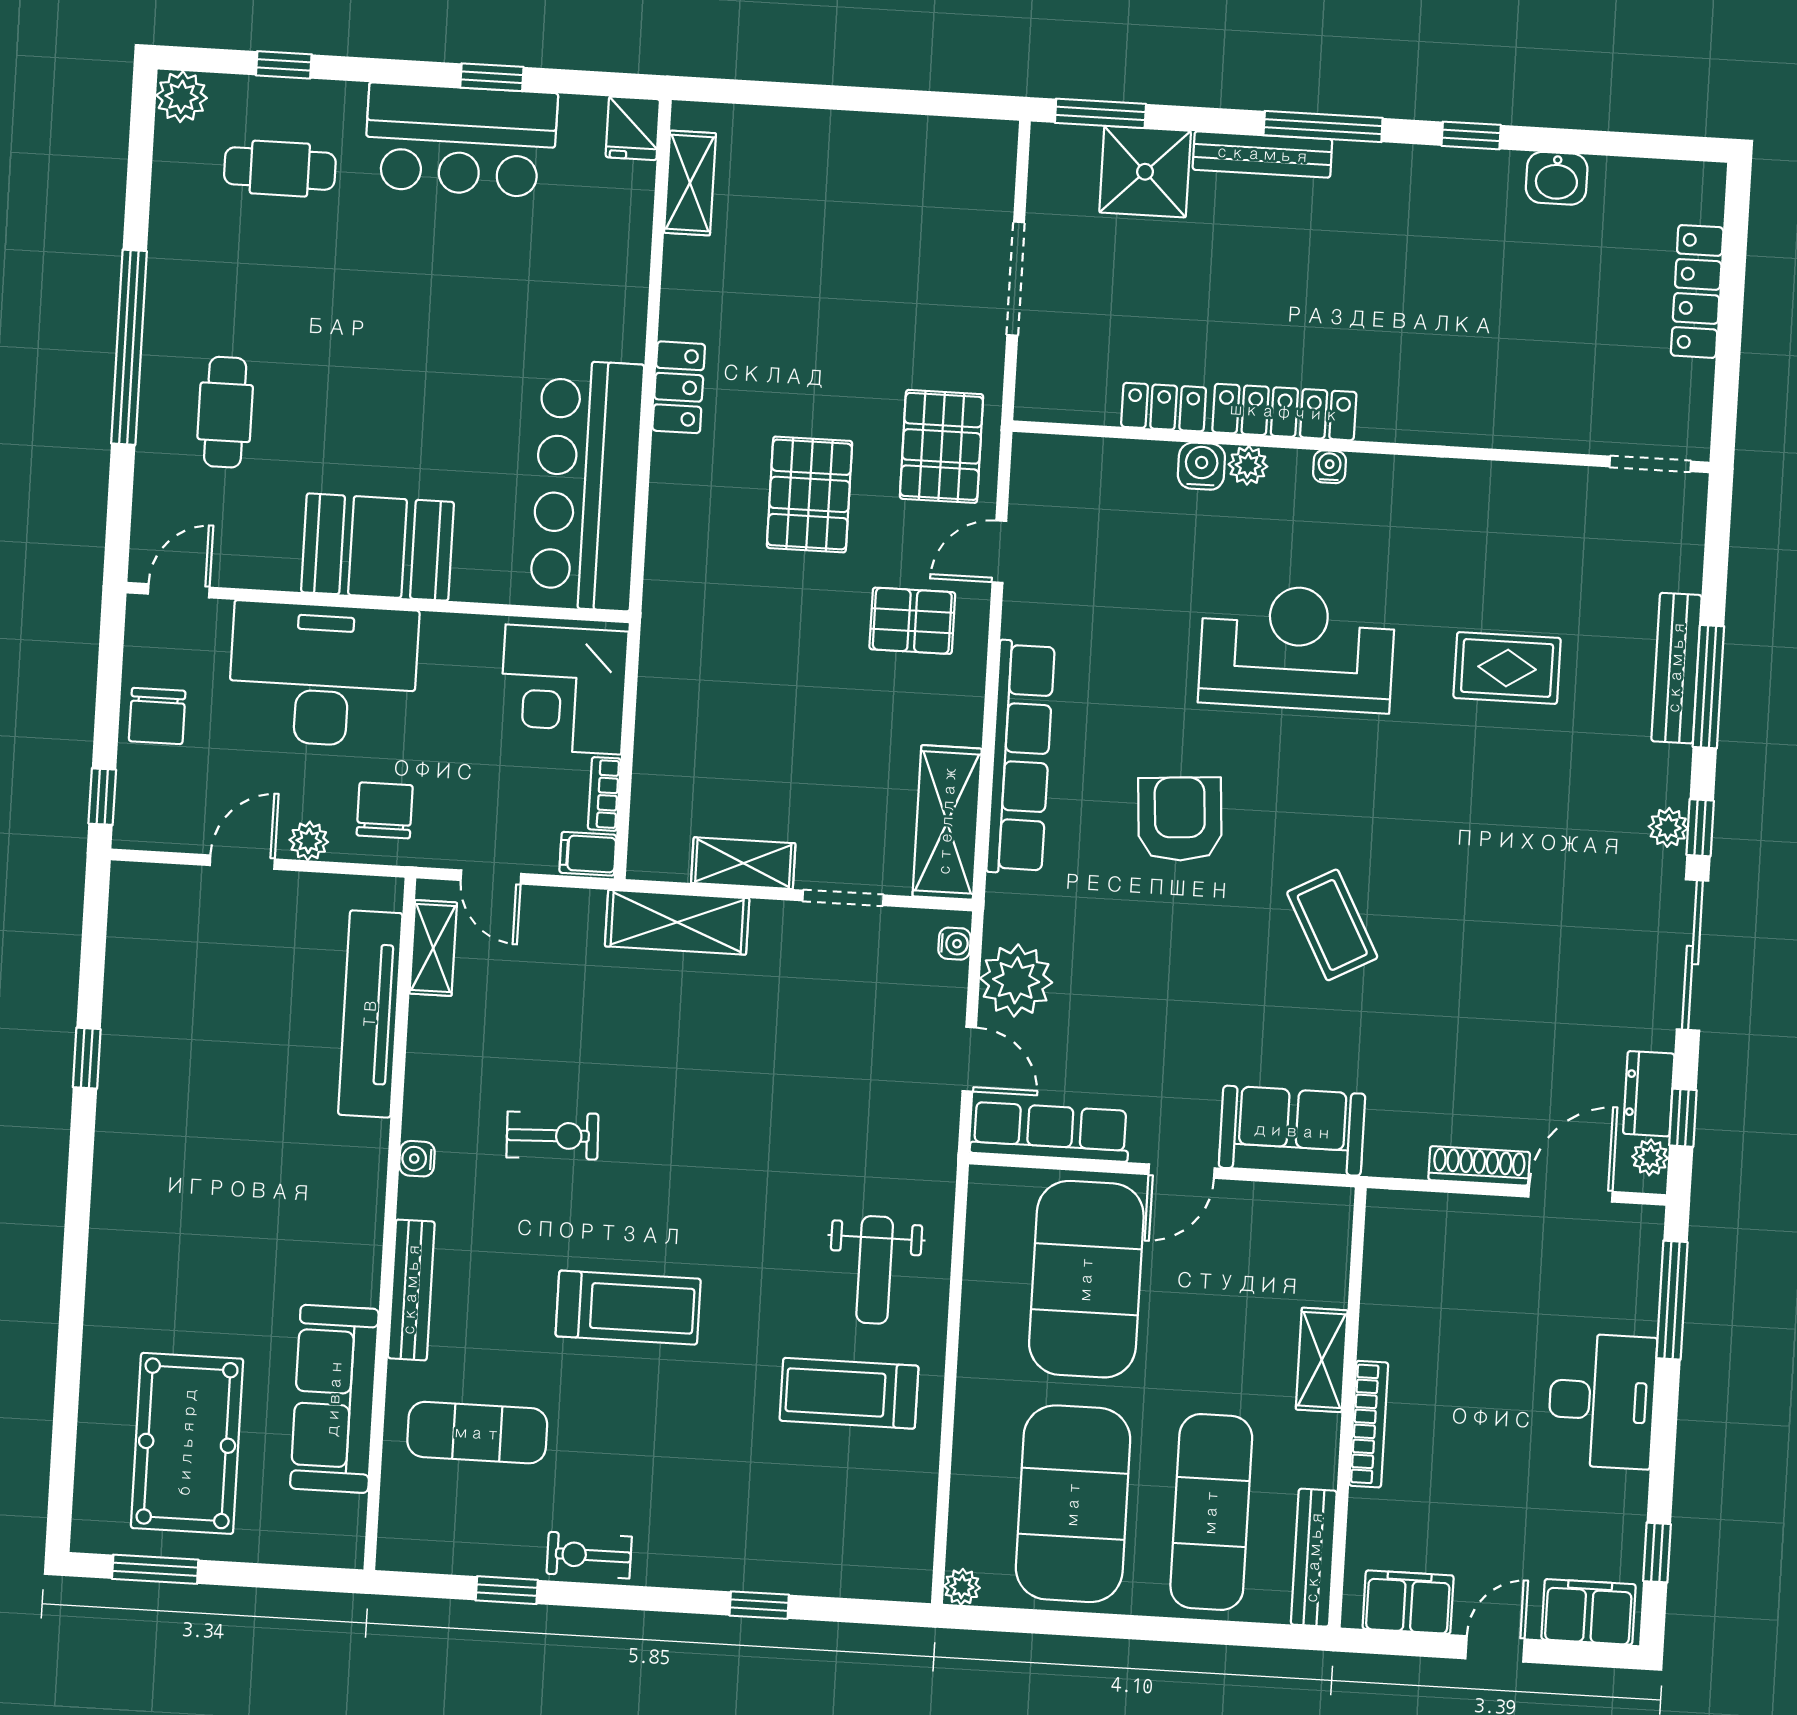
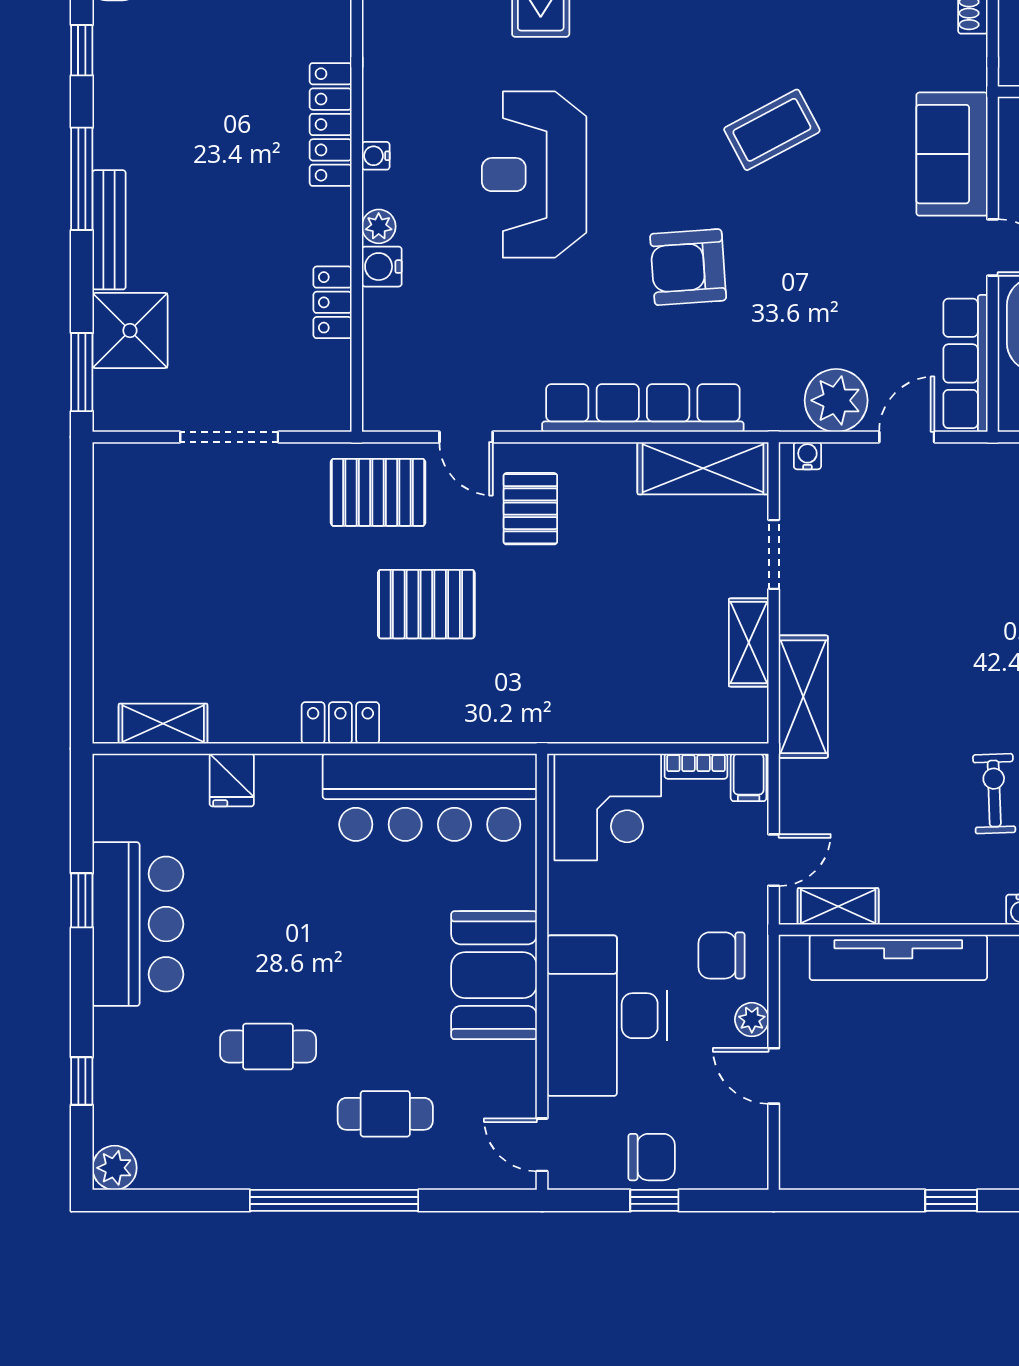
fridge: (633, 128) -> (232, 780), moved, turned 90
cafe table: (280, 169) -> (268, 1047), moved, turned 90
locker: (1284, 412) -> (331, 124), moved
window: (102, 797) -> (654, 1200), moved

